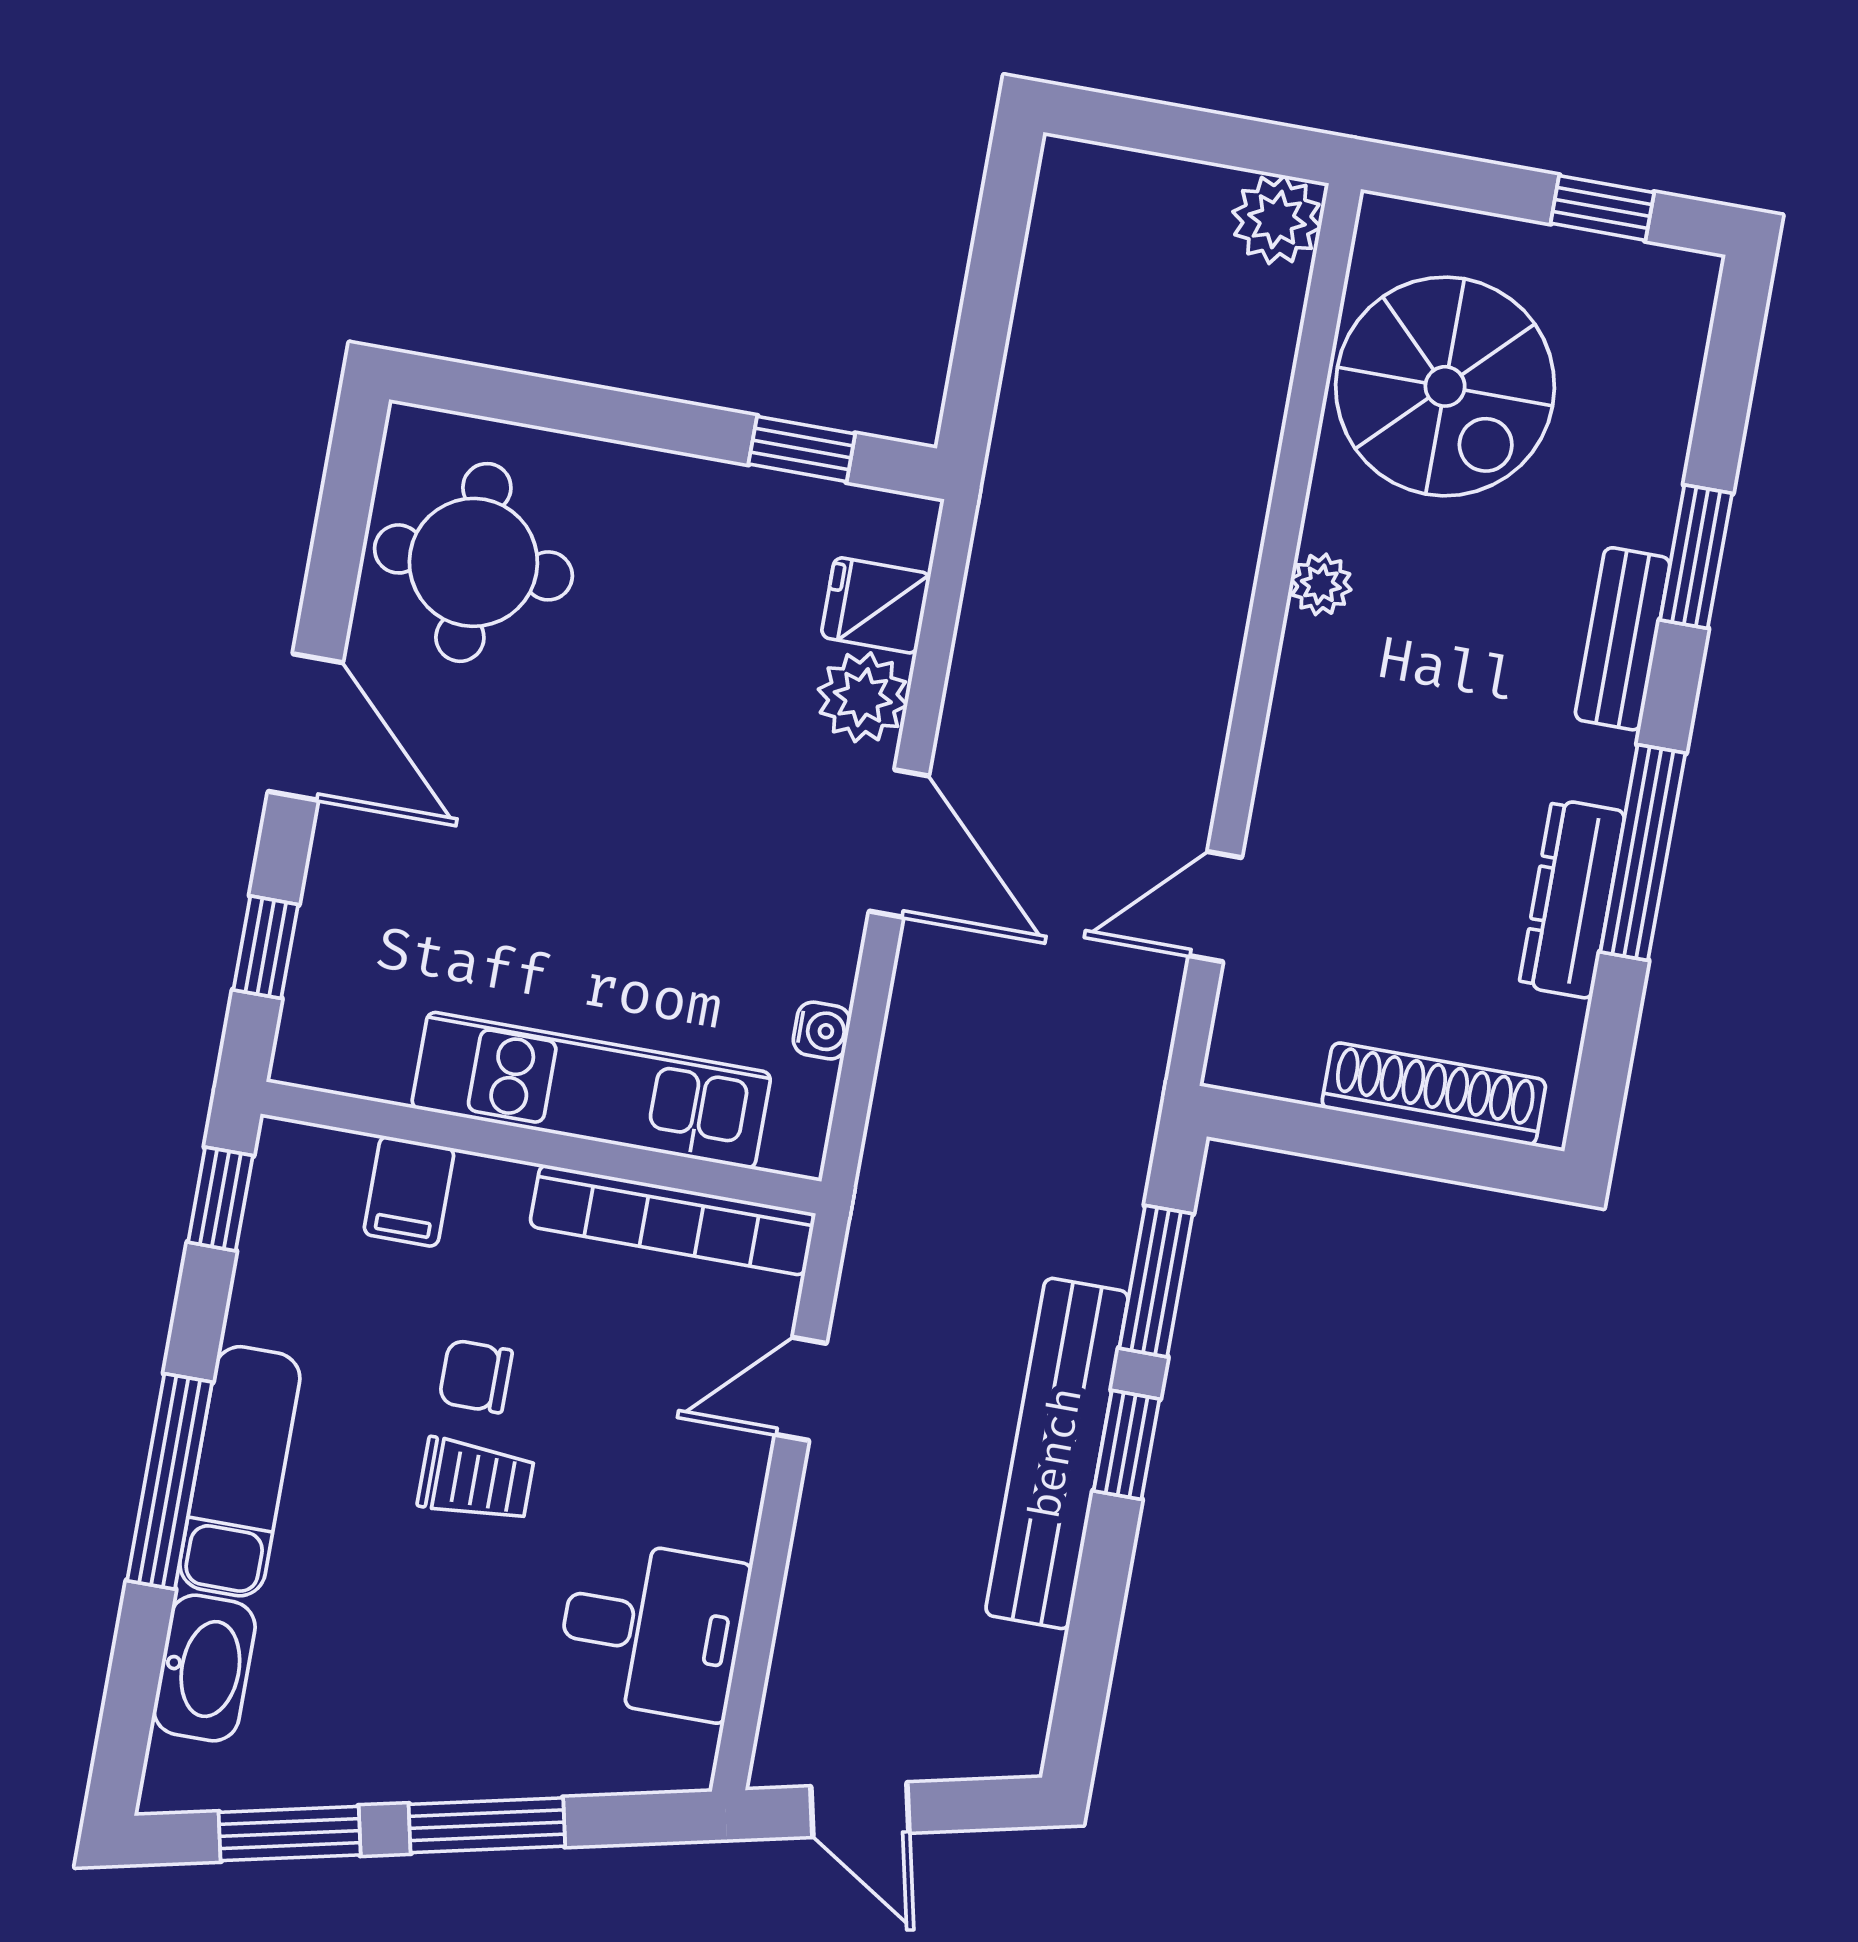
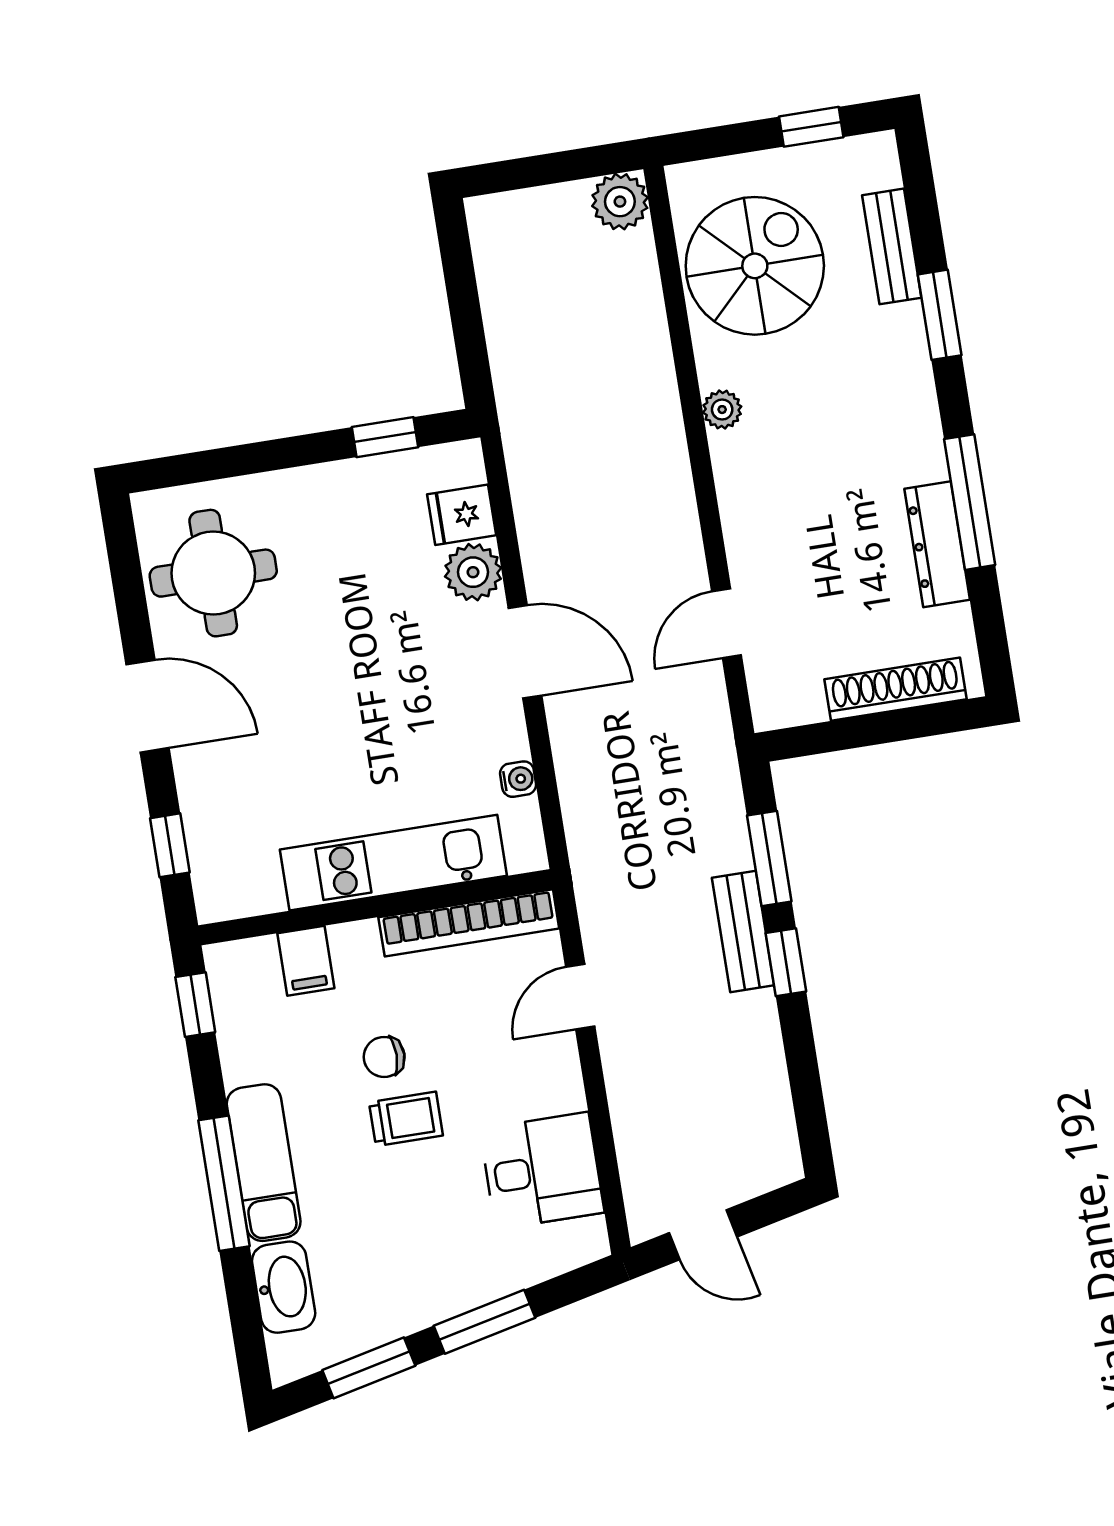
spiral stairs: (1445, 386) -> (755, 266), turned -90
bench: (1623, 639) -> (892, 246), moved
bench: (1057, 1453) -> (743, 931), width x0.54, depth x0.82

